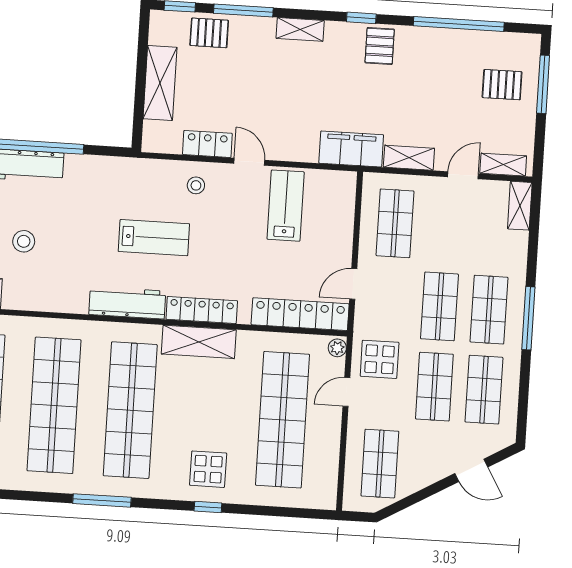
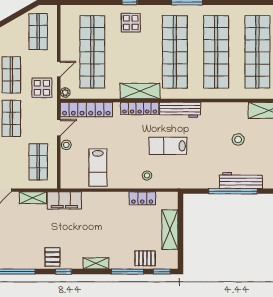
door: (249, 162) -> (119, 190), removed
stool: (341, 251) -> (66, 145), added

